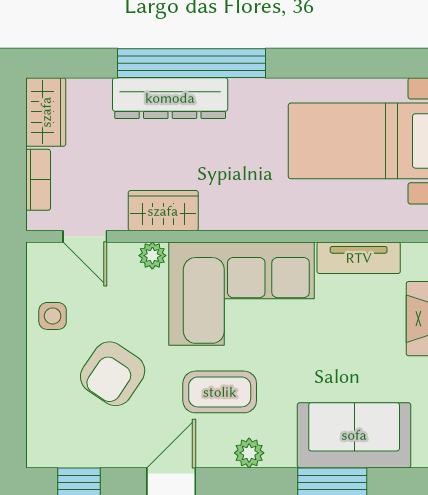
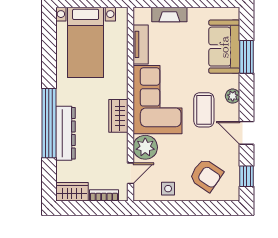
wardrobe: (163, 211) -> (118, 116), moved
plant: (152, 256) -> (145, 147), width x1.87, depth x1.87
armchair: (113, 374) -> (206, 175), moved

